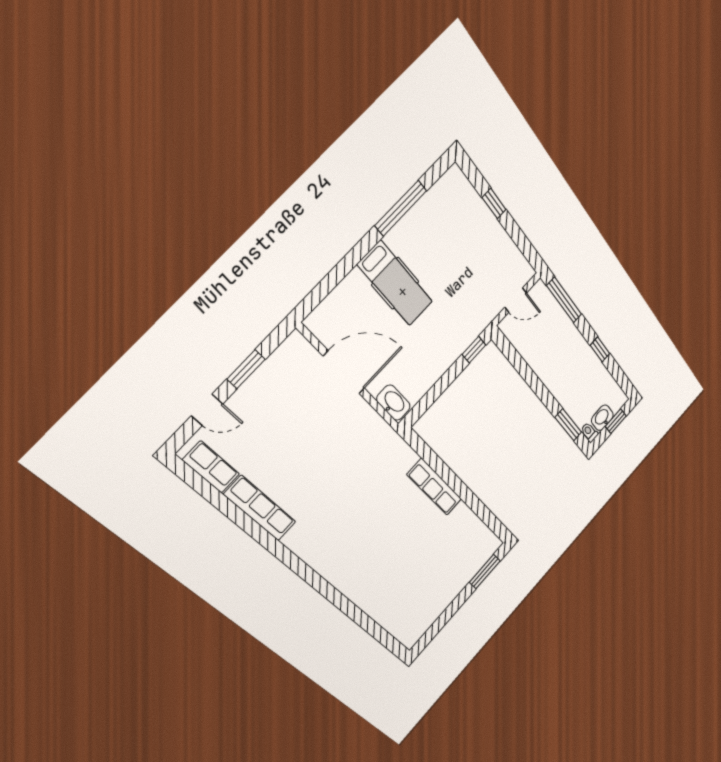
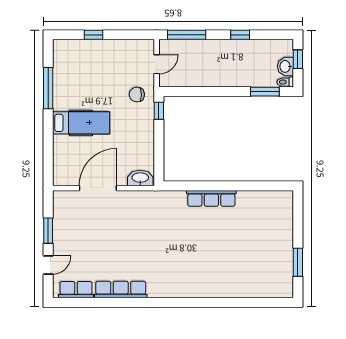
chair: (472, 311) -> (137, 95), added
window: (485, 572) -> (298, 262), moved

